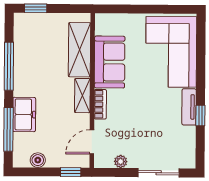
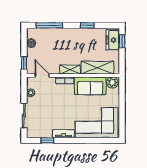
plant: (104, 25) -> (112, 82), added
window: (9, 66) -> (87, 25), width x0.46
freezer: (24, 114) -> (113, 40), moved, turned 90
window: (200, 116) -> (47, 140), moved

